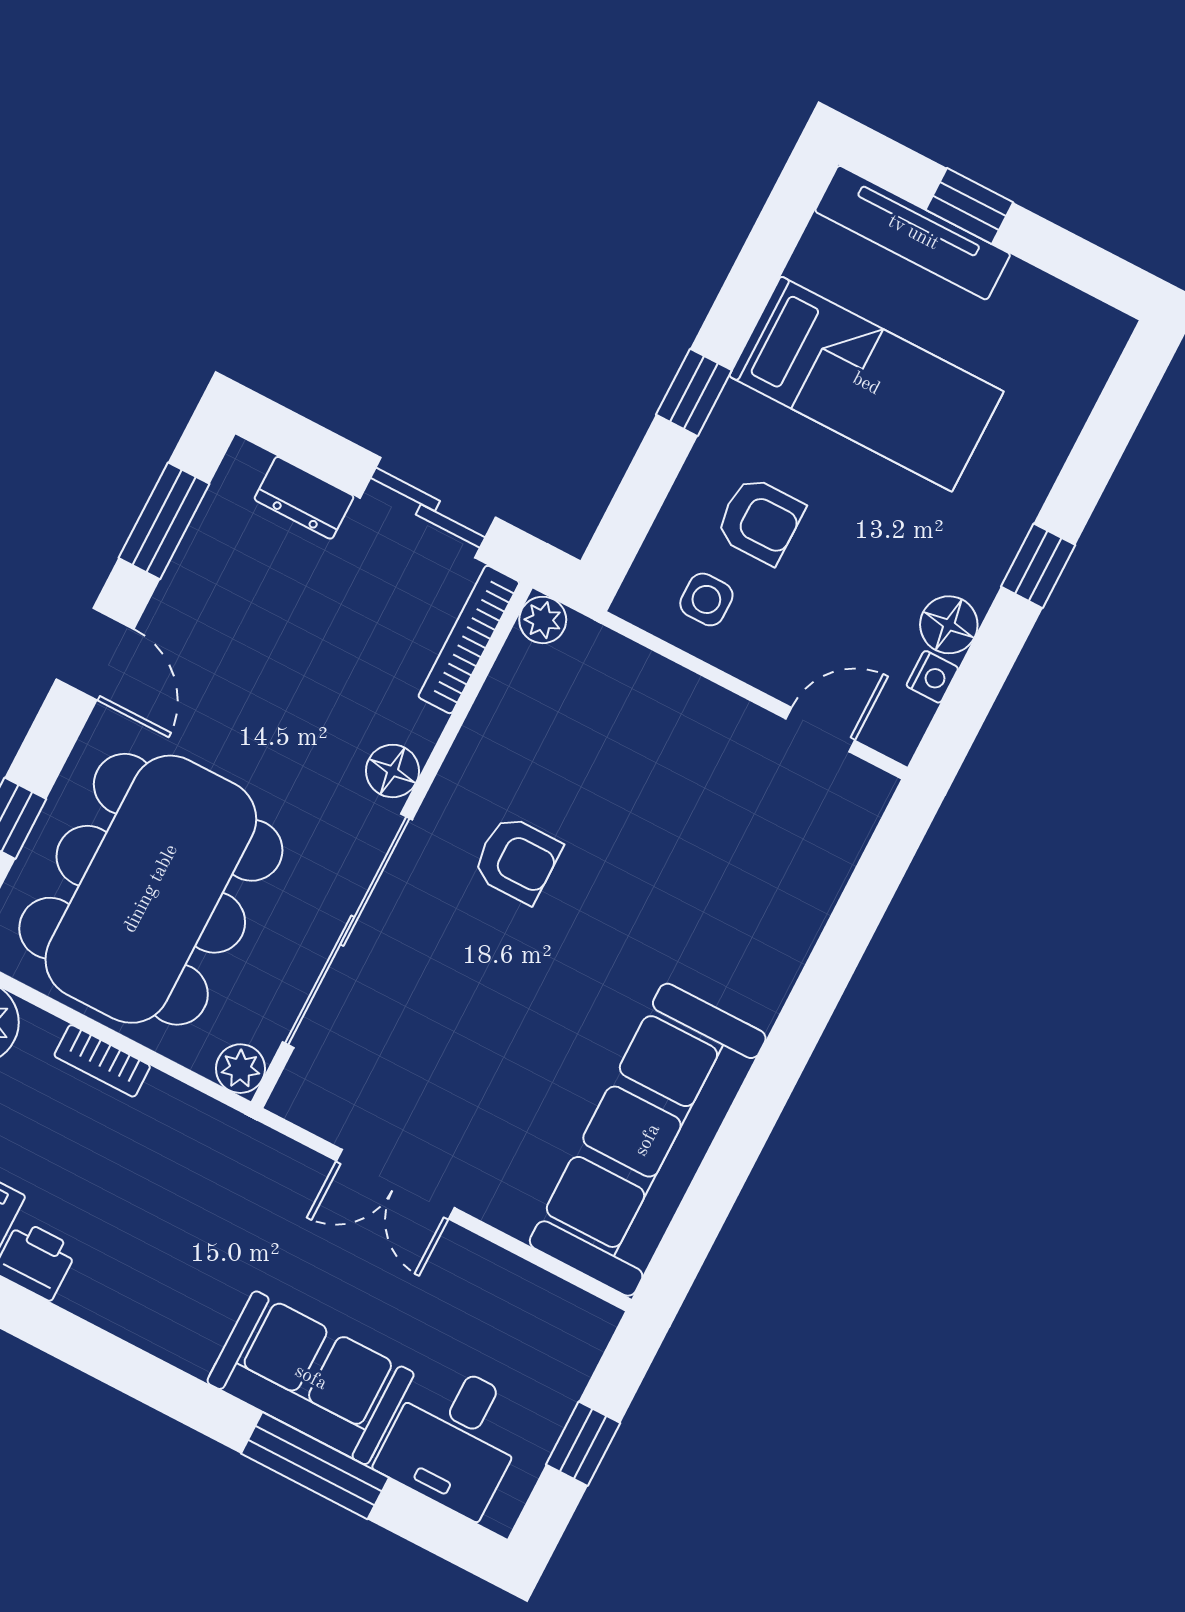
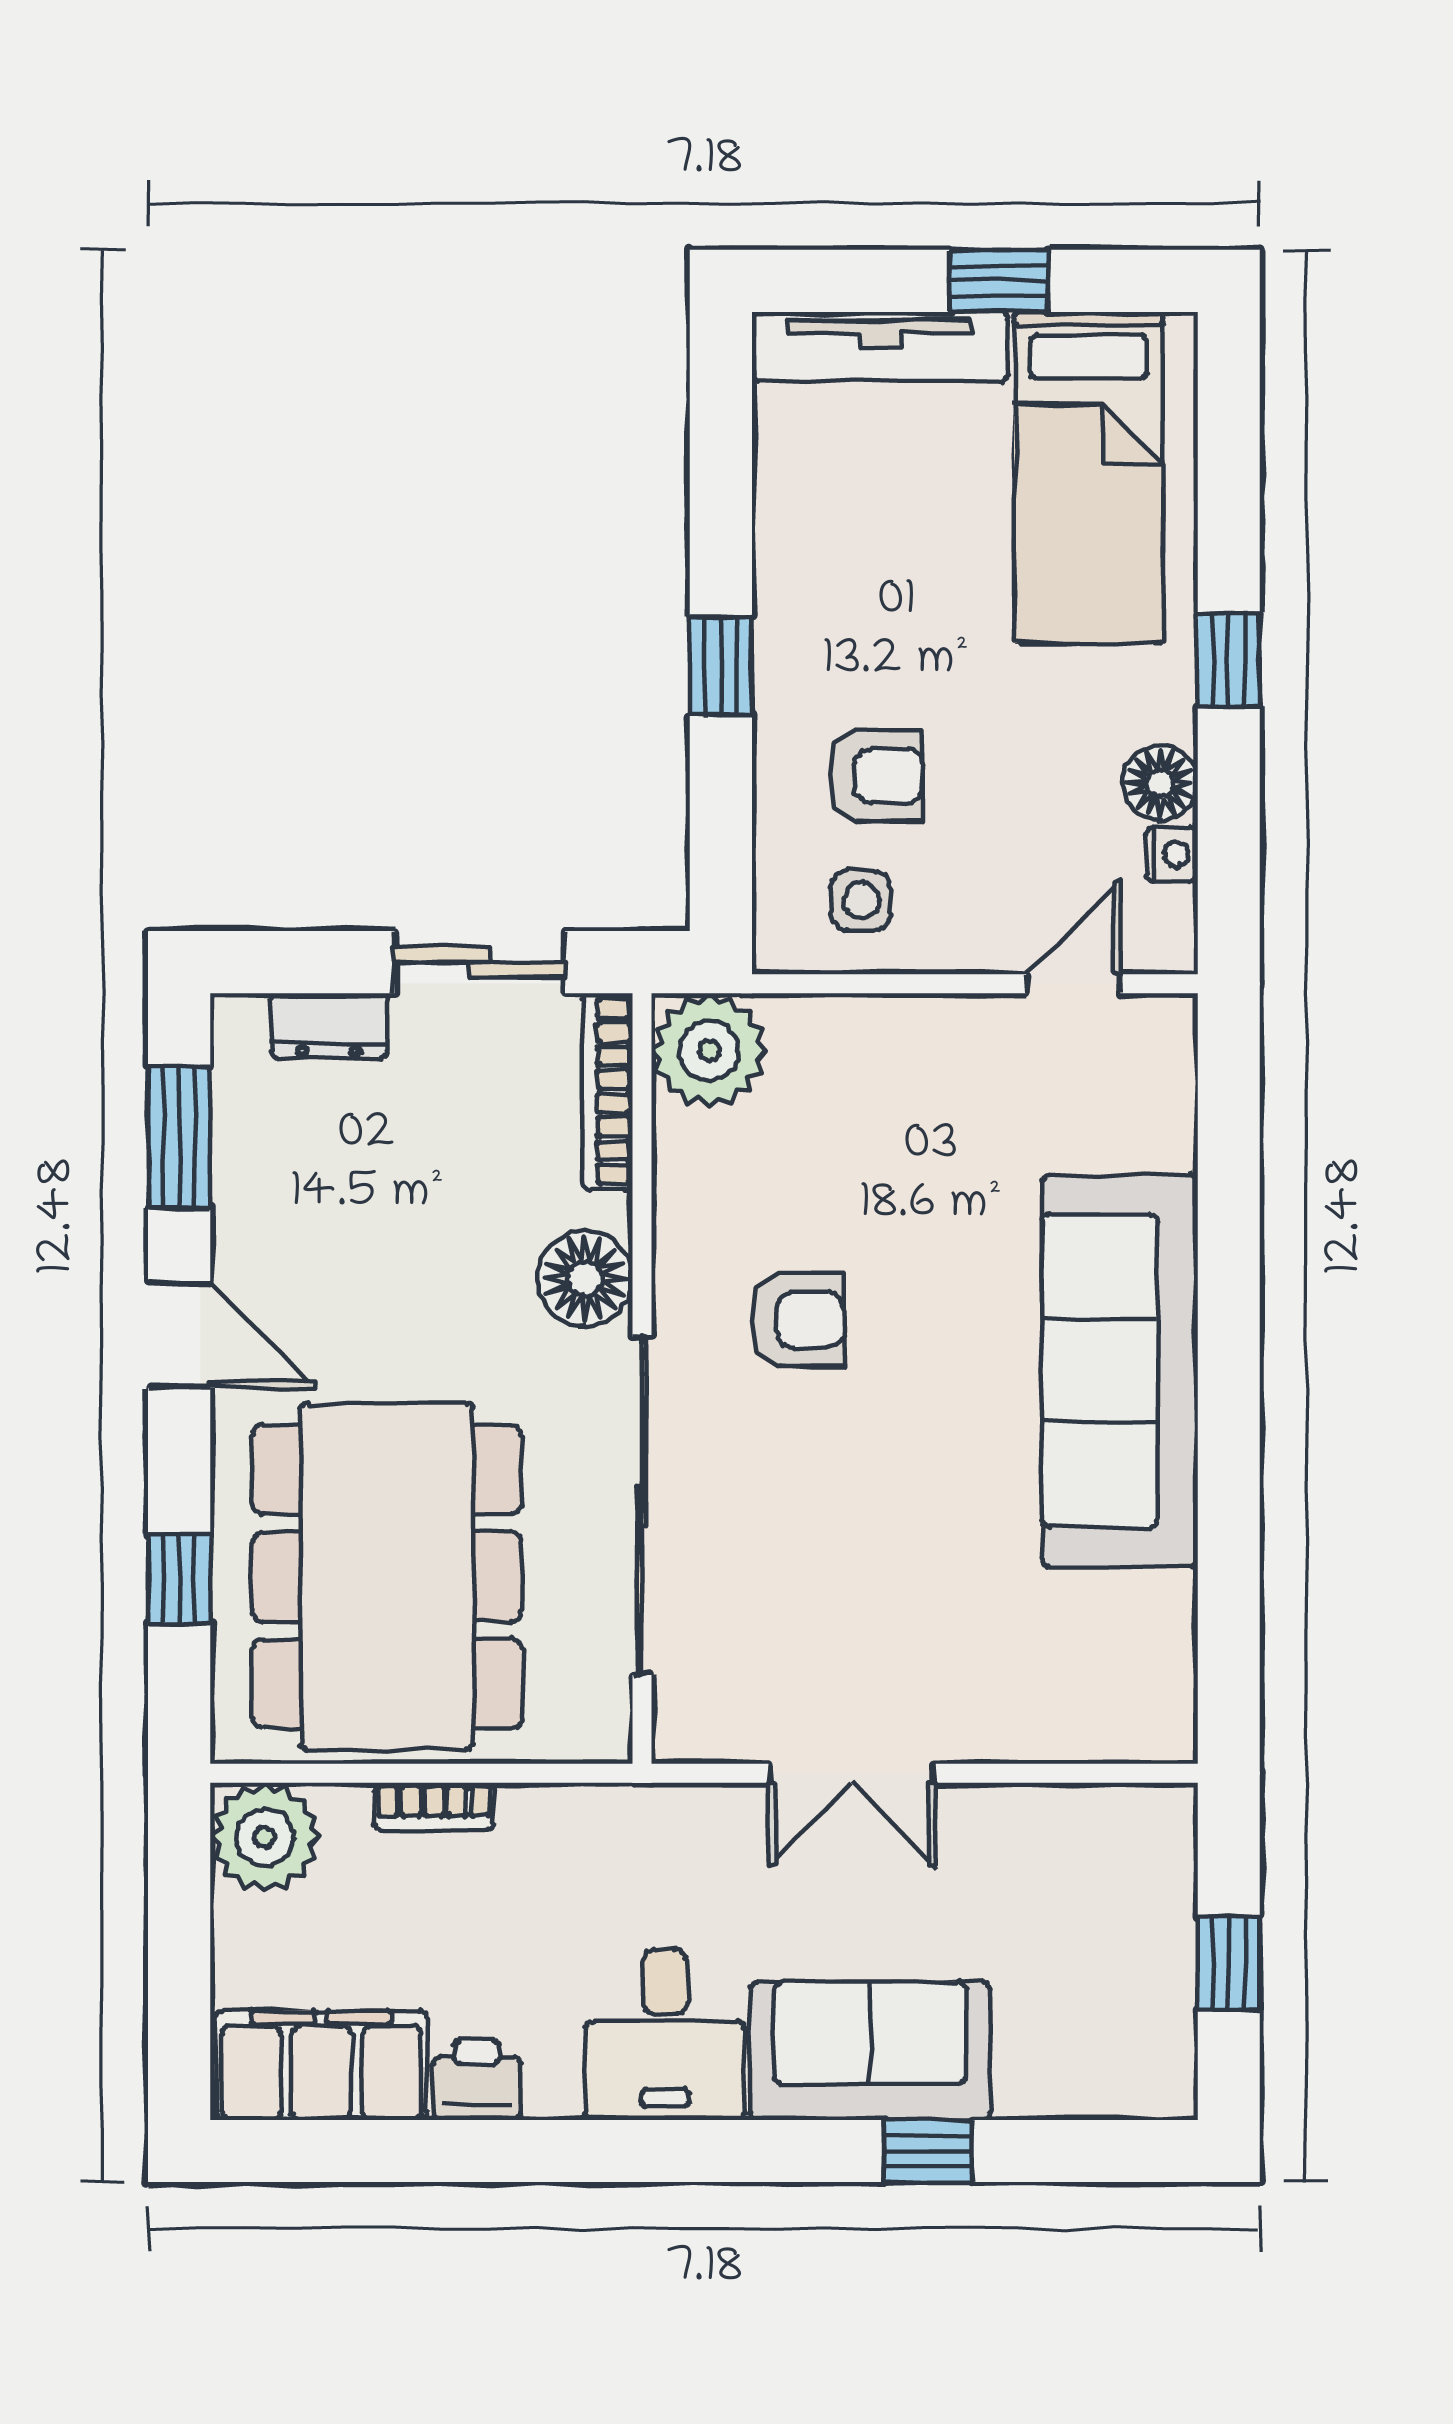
window: (969, 206) -> (999, 281), moved
bed: (866, 384) -> (1089, 477), moved, turned 90
plant: (543, 620) -> (709, 1051), width x1.88, depth x1.88
floor lamp: (393, 771) -> (585, 1278), width x1.38, depth x1.38
plant: (240, 1069) -> (601, 1732), removed
sofa: (648, 1140) -> (1120, 1371), moved
desk: (454, 1438) -> (665, 2035), moved
window: (315, 1466) -> (928, 2151), width x0.46

